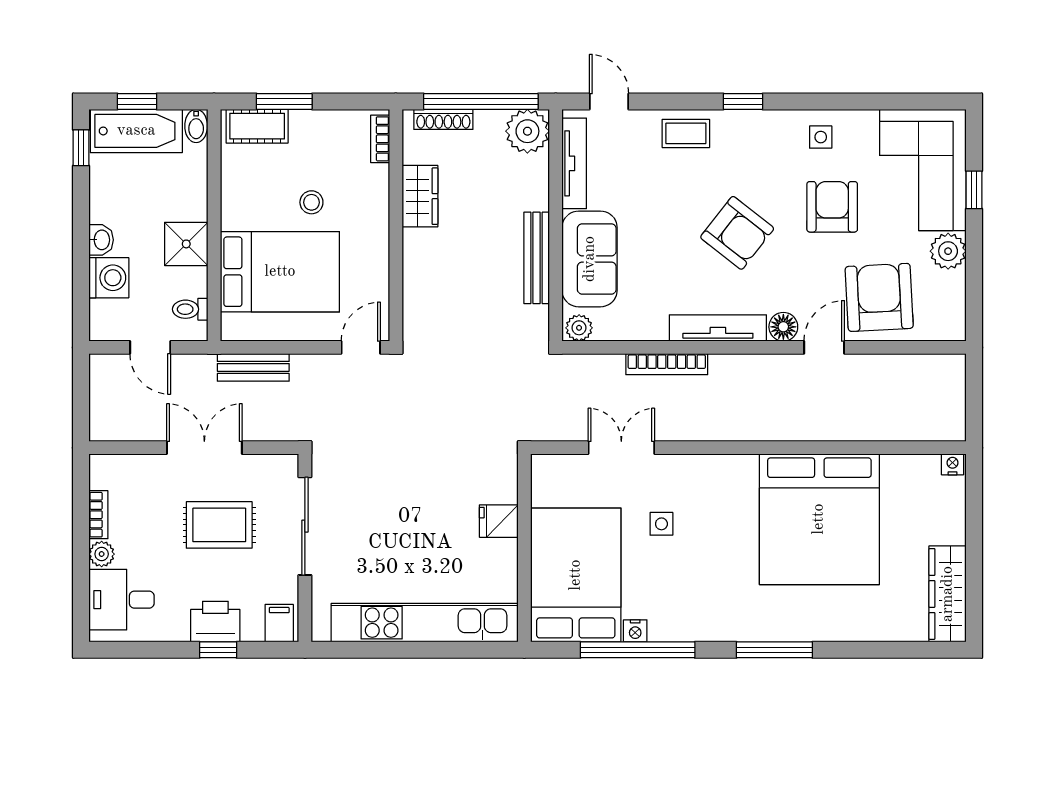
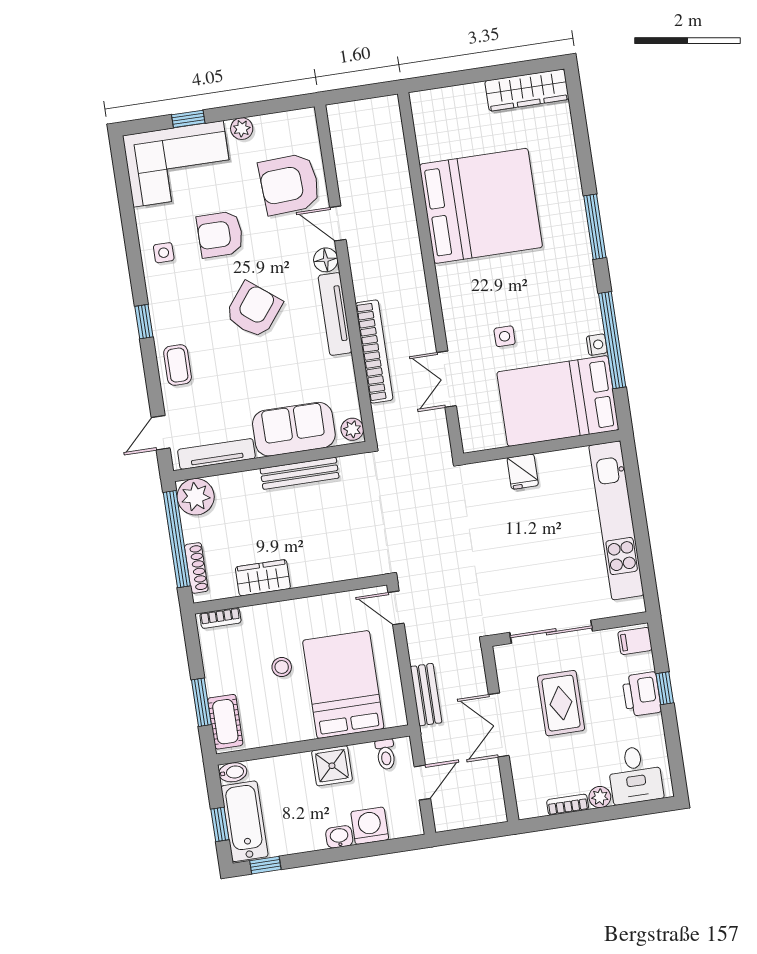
plant: (948, 251) -> (242, 129), width x0.73, depth x0.73
bookcase: (667, 364) -> (374, 351), width x1.48, depth x1.31
nightstand: (953, 464) -> (419, 102), removed

